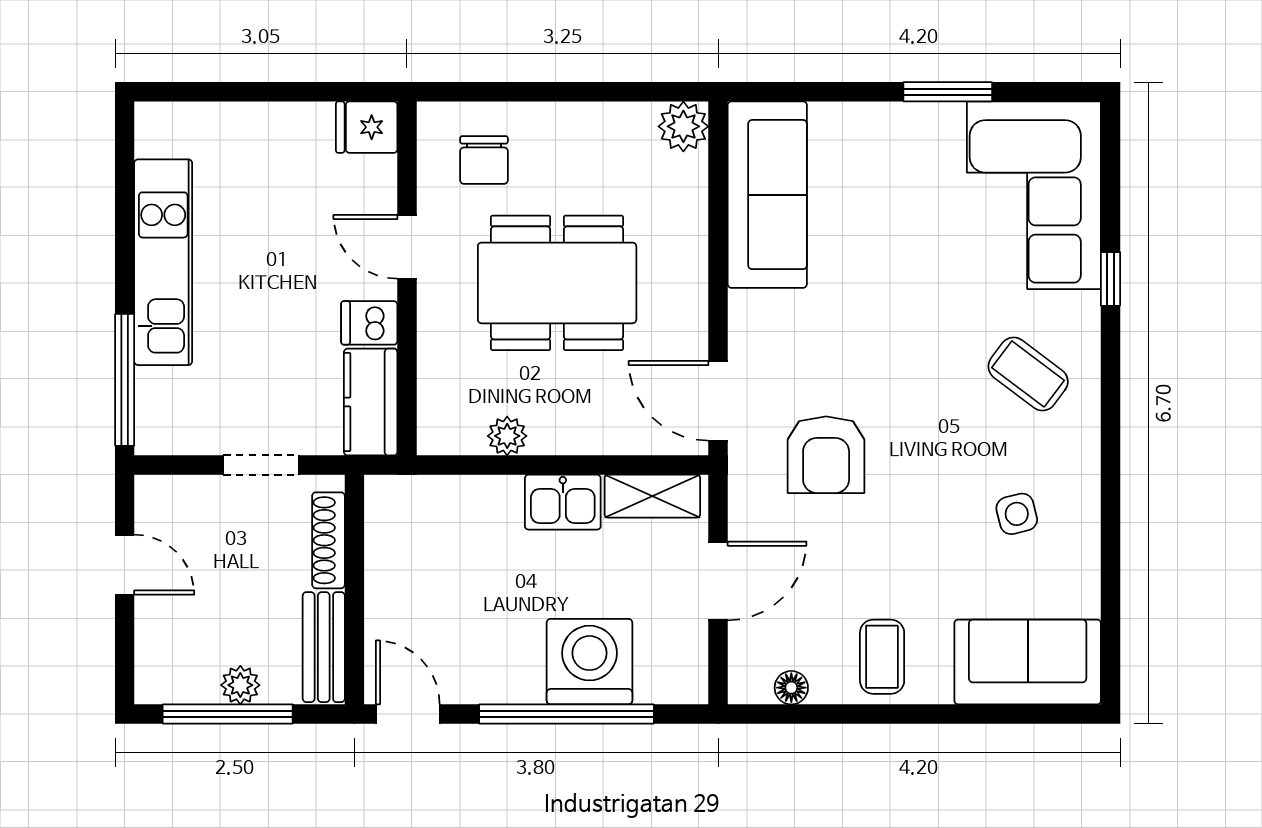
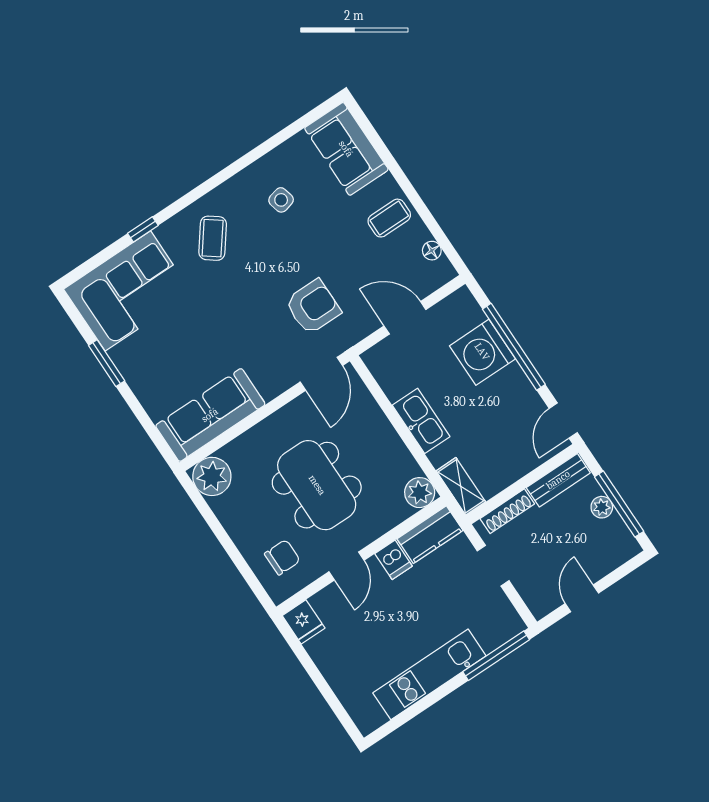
plant: (683, 126) -> (212, 476), width x1.36, depth x1.36
plant: (507, 436) -> (420, 493), moved, width x1.38, depth x1.38
shelving: (652, 496) -> (461, 486), moved
kitchen sink: (563, 502) -> (421, 421), width x1.38

